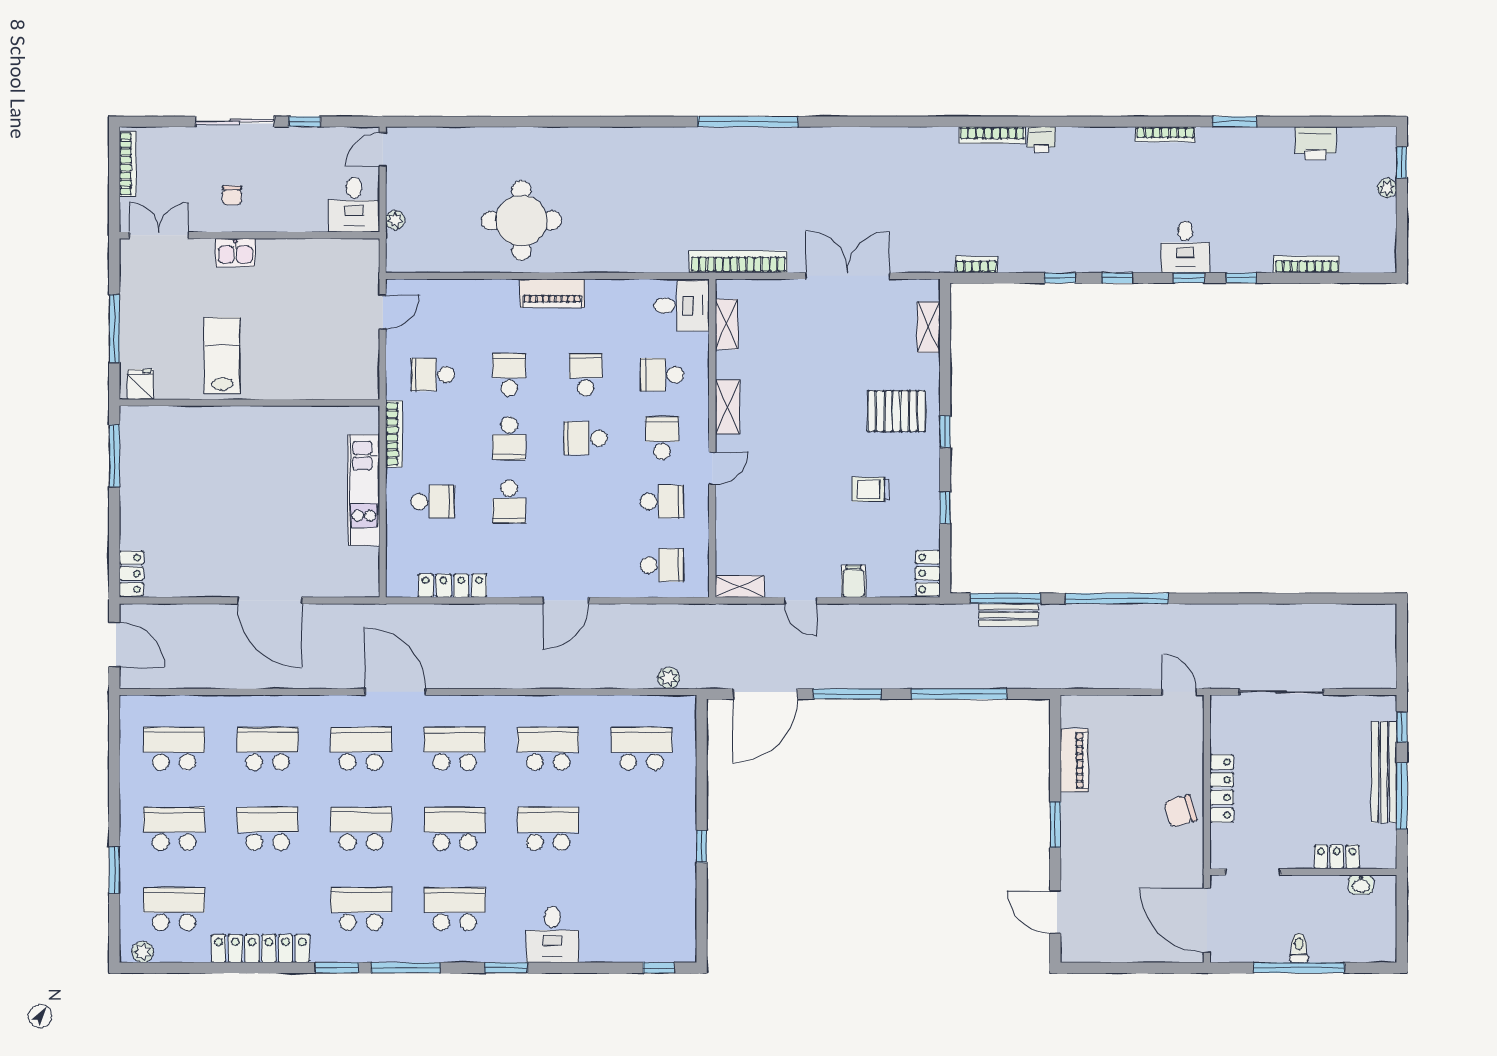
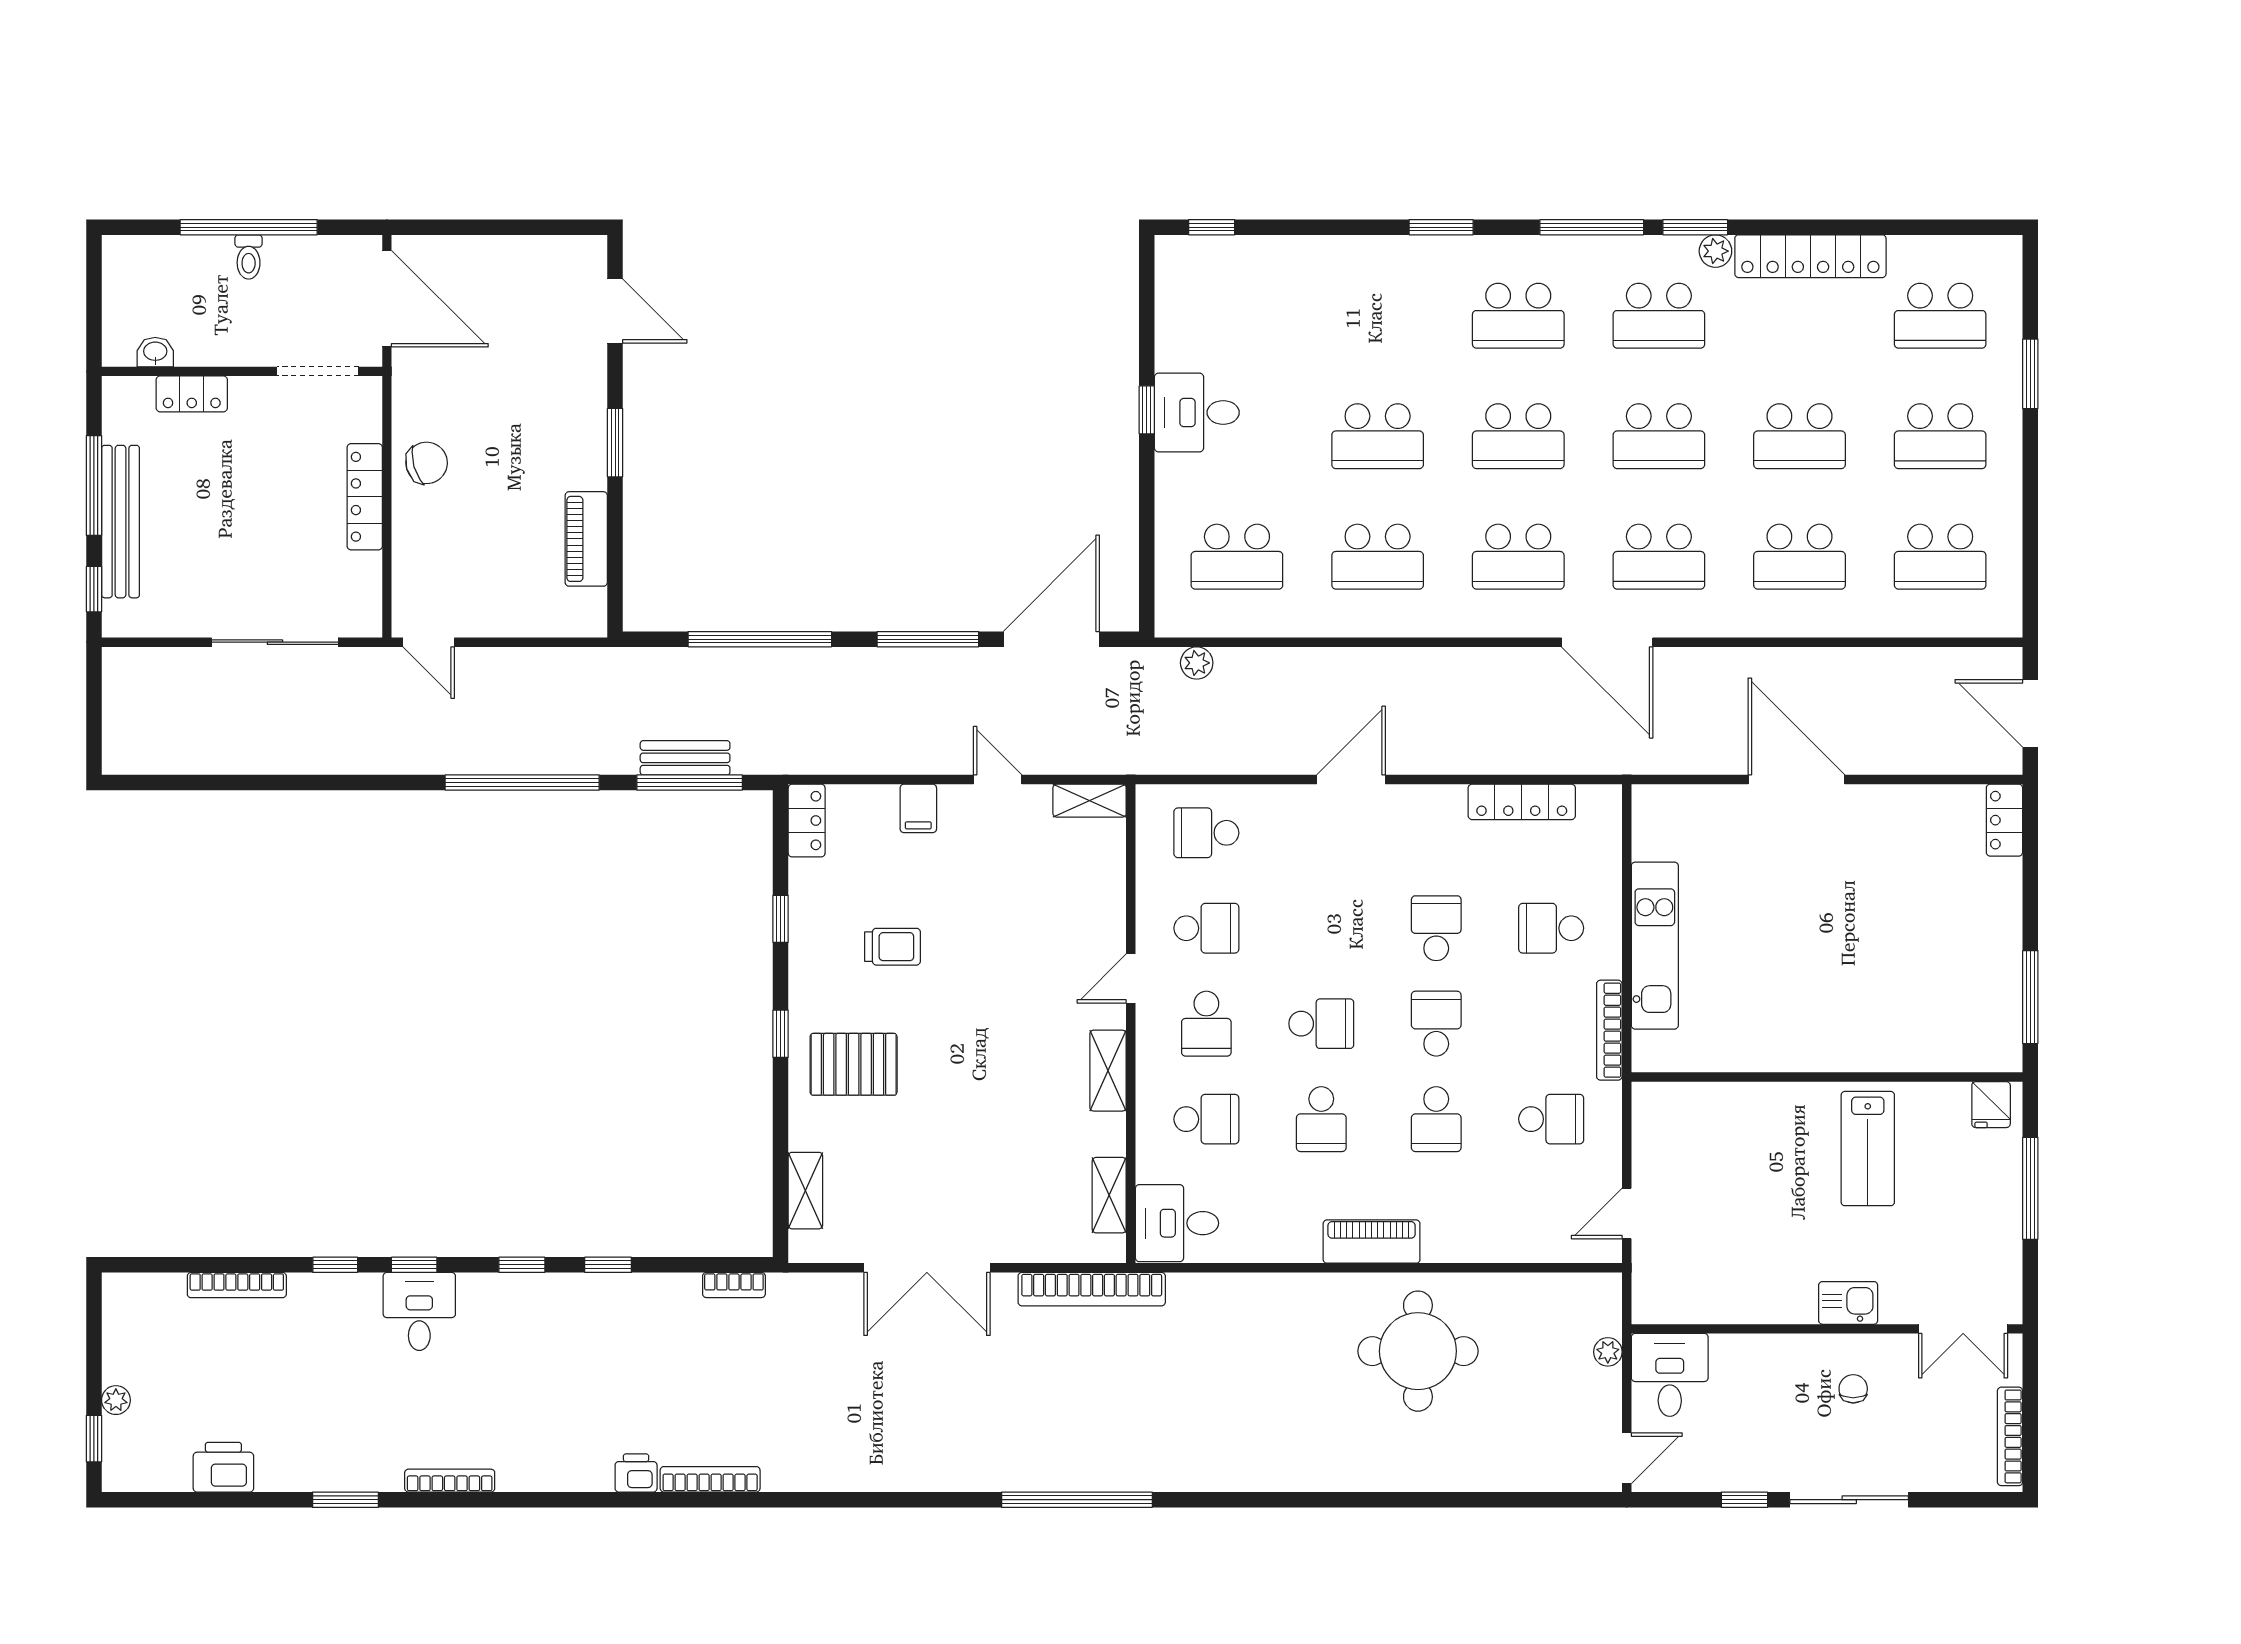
school desk: (662, 502) -> (1206, 928), turned 180
desk: (552, 935) -> (1197, 413), moved, turned -90
plant: (143, 952) -> (1715, 251), moved

